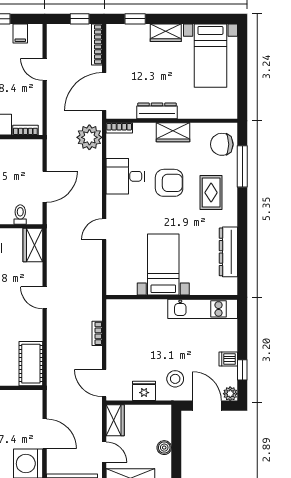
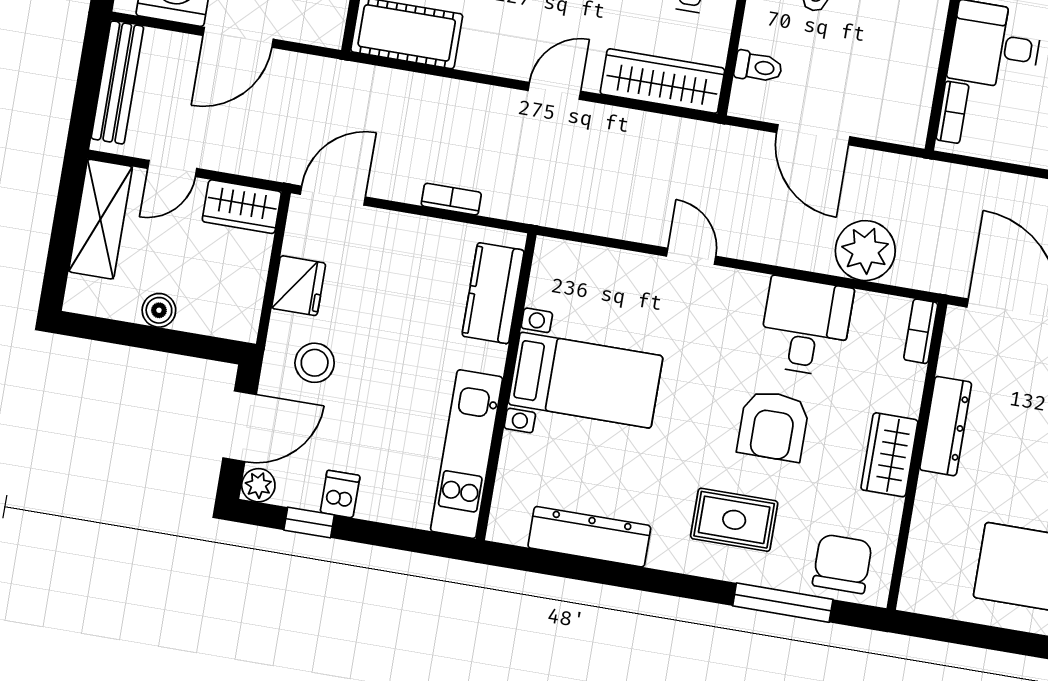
plant: (89, 137) -> (865, 251), moved
wardrobe: (33, 245) -> (662, 81), width x1.50
kitchen counter: (133, 309) -> (493, 293), added

